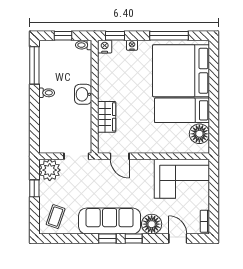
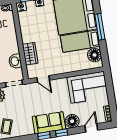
washbasin: (83, 94) -> (15, 61), moved
window: (214, 94) -> (100, 27), added
sofa: (110, 221) -> (49, 123), width x0.73
door: (178, 239) -> (91, 128), hinge flipped

